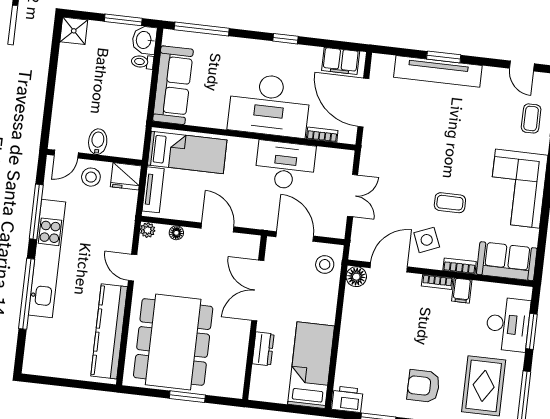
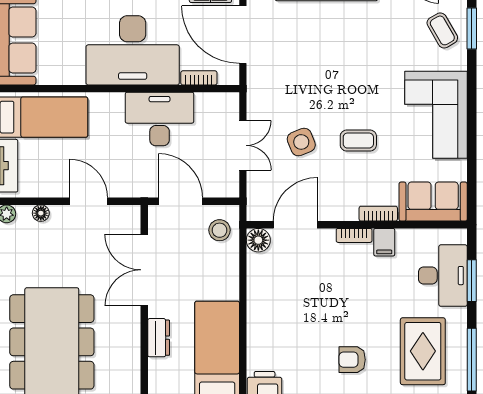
coffee table: (531, 118) -> (442, 30), turned -30
side table: (427, 240) -> (301, 142), moved
armchair: (423, 386) -> (352, 360), width x0.72, depth x0.72

